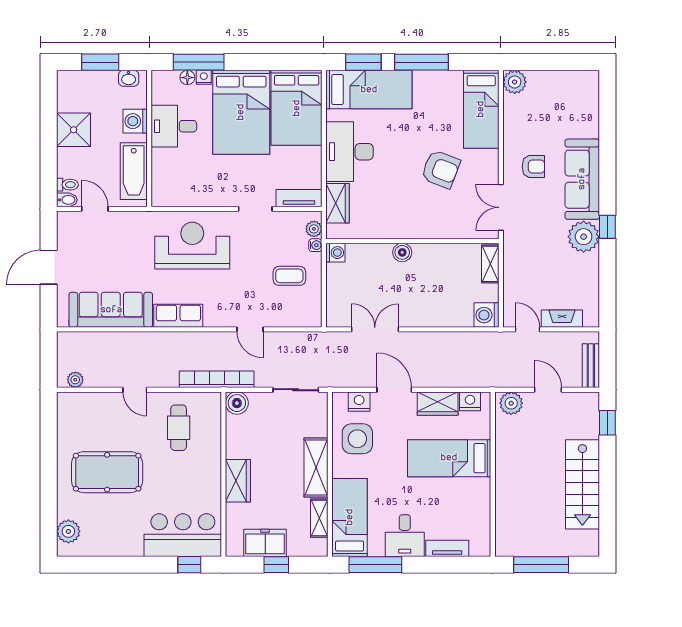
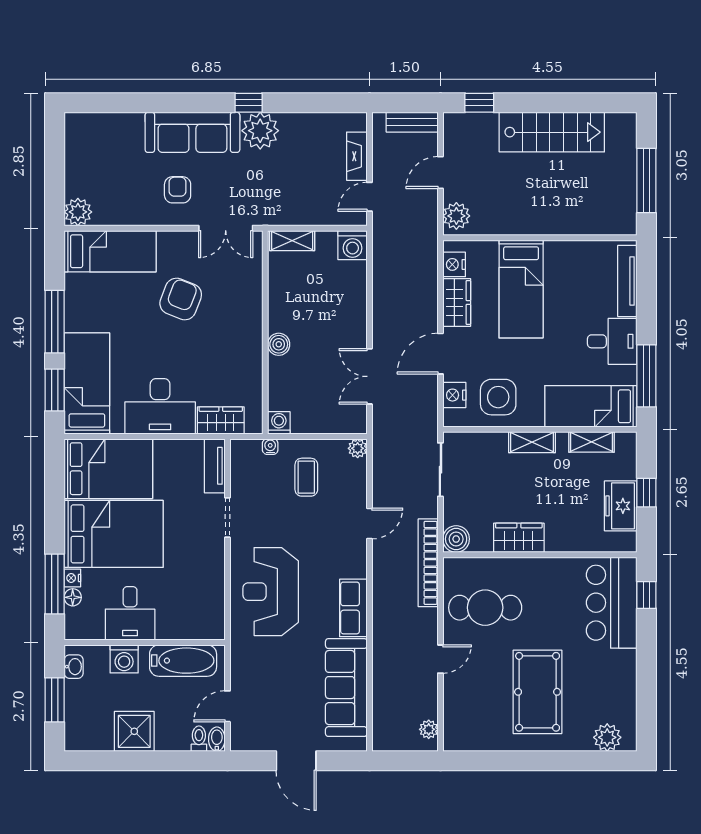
plant: (314, 229) -> (358, 448), moved
cafe table: (179, 428) -> (485, 608), width x1.37, depth x1.35
shelving: (316, 467) -> (532, 442), width x0.67, depth x0.75
wardrobe: (238, 481) -> (519, 538), moved
tv unit: (447, 548) -> (627, 281), width x1.41

